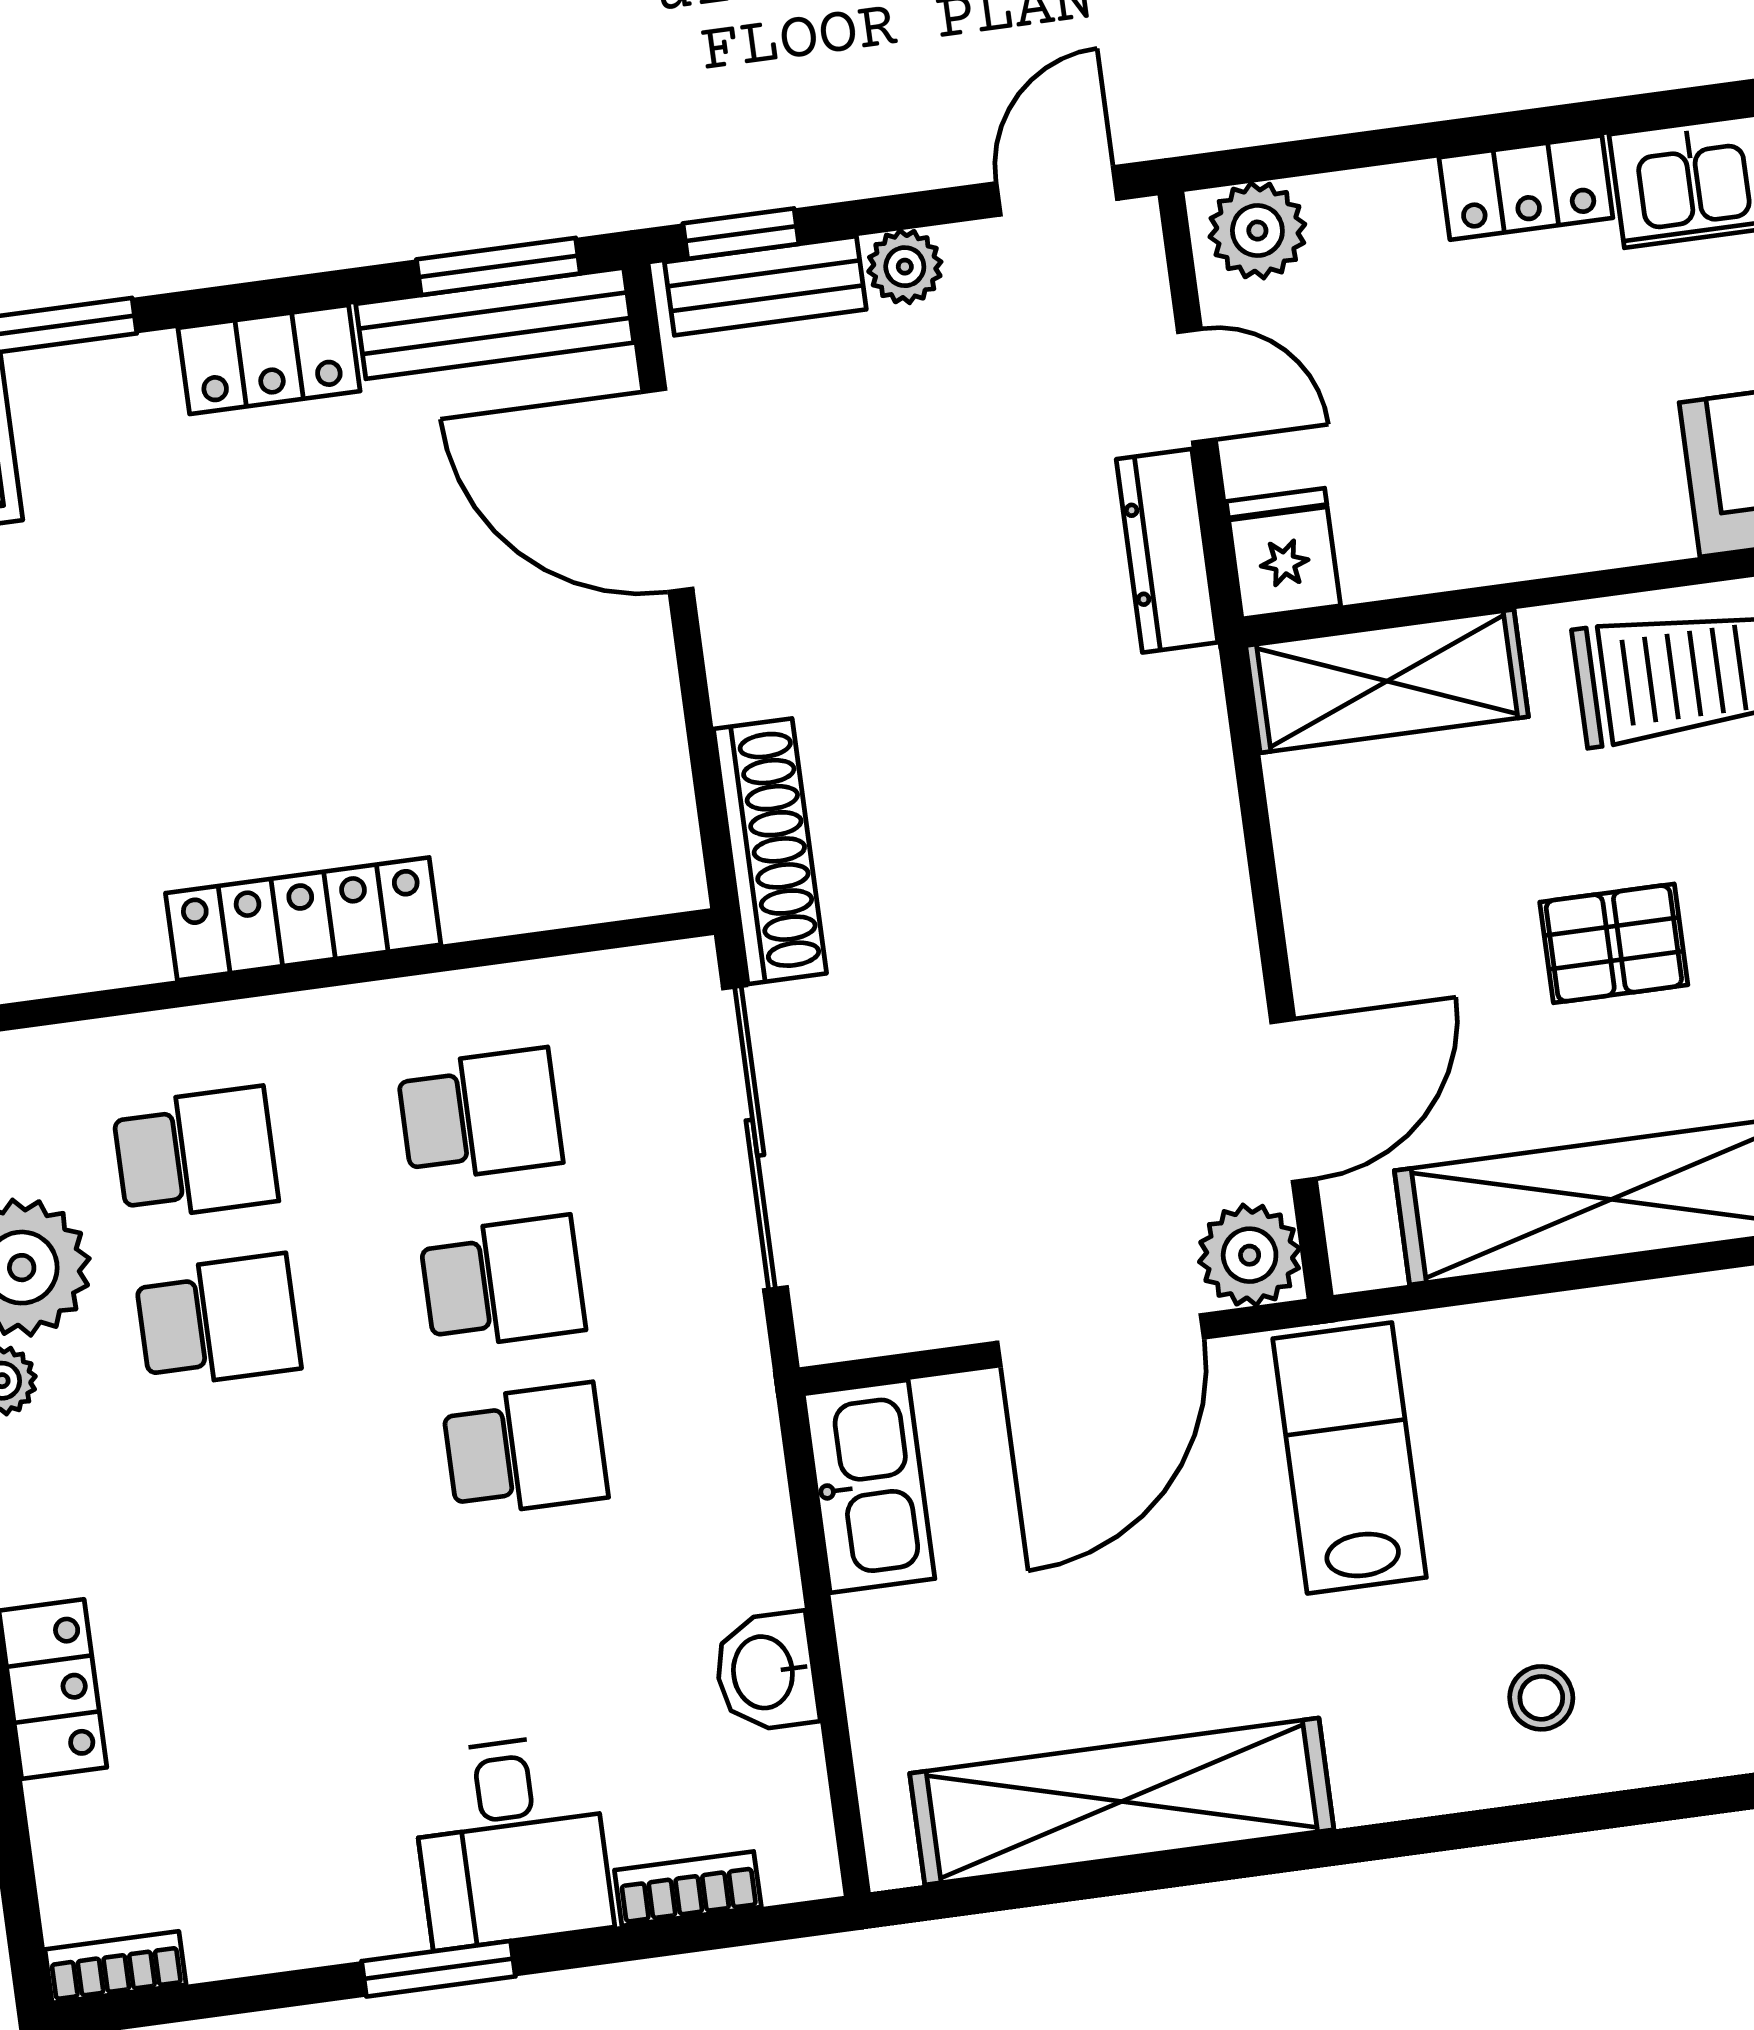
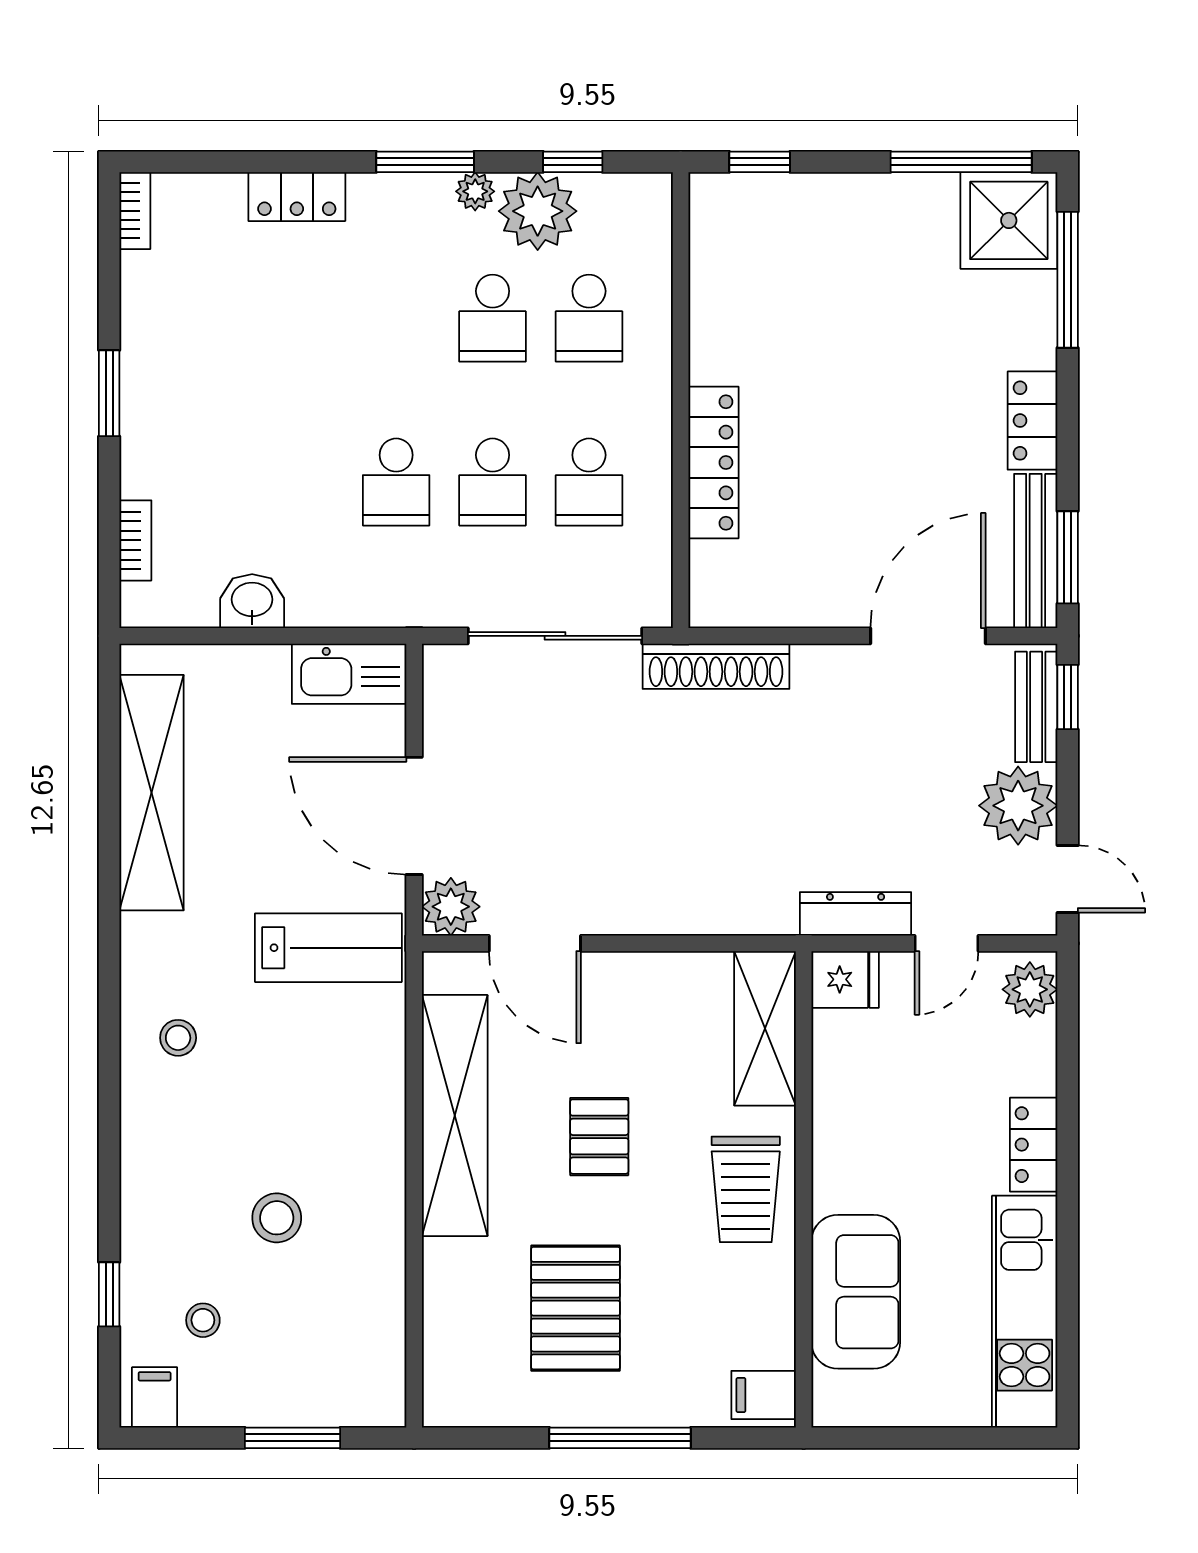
plant: (905, 267) -> (1018, 806), width x1.87, depth x1.87
locker: (303, 919) -> (713, 462), moved
desk: (511, 1841) -> (176, 444), removed

